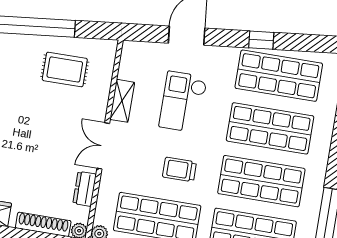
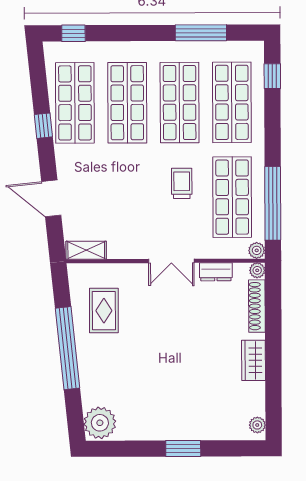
shelving: (122, 101) -> (86, 250), moved
checkout: (183, 102) -> (116, 191), removed
trolley: (180, 169) -> (182, 183), turned 180

